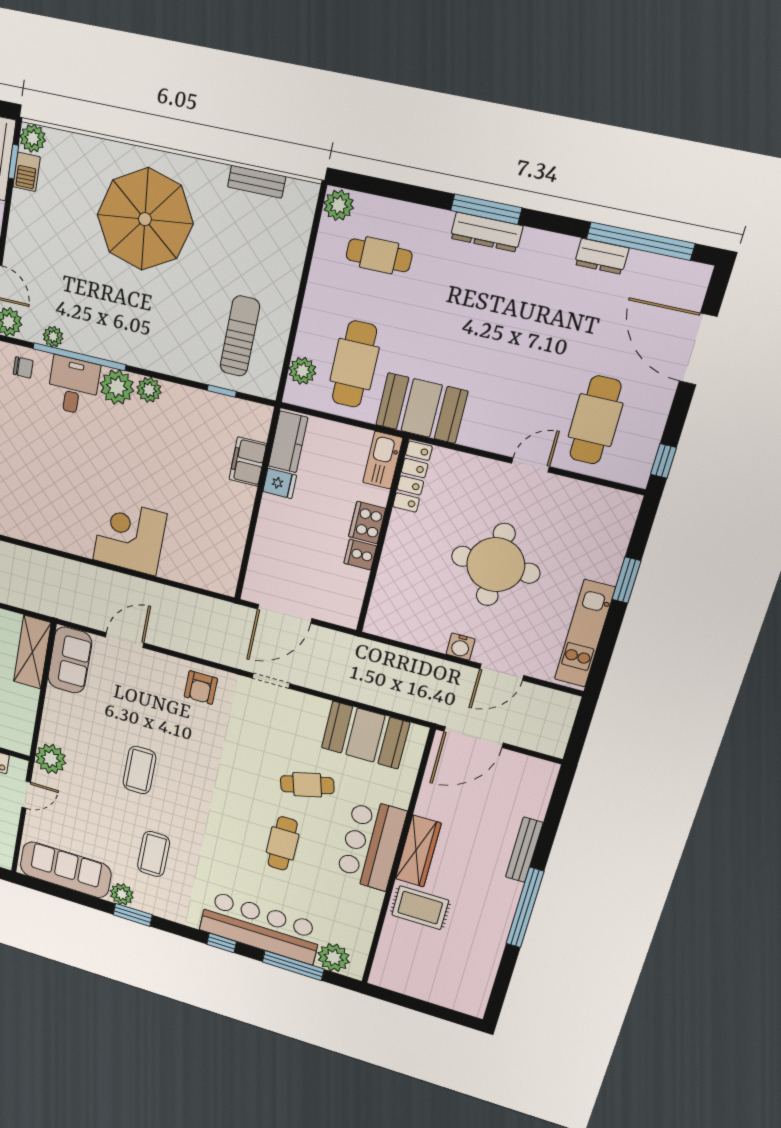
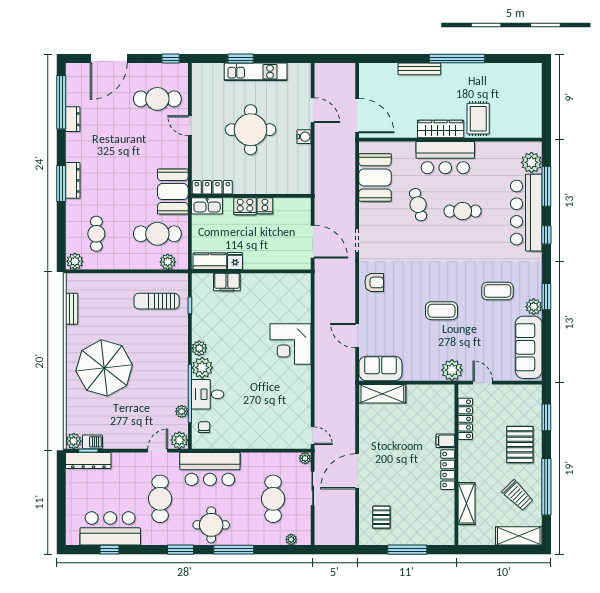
kitchen unit: (585, 634) -> (256, 72), moved

